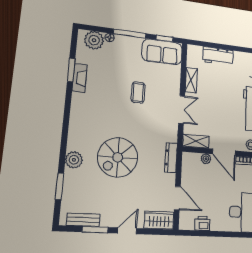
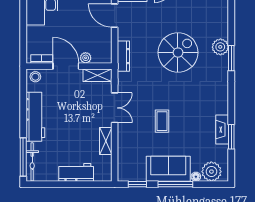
sofa: (162, 52) -> (168, 169), moved
double door: (182, 110) -> (115, 108), swing flipped
window: (59, 186) -> (231, 58), moved

